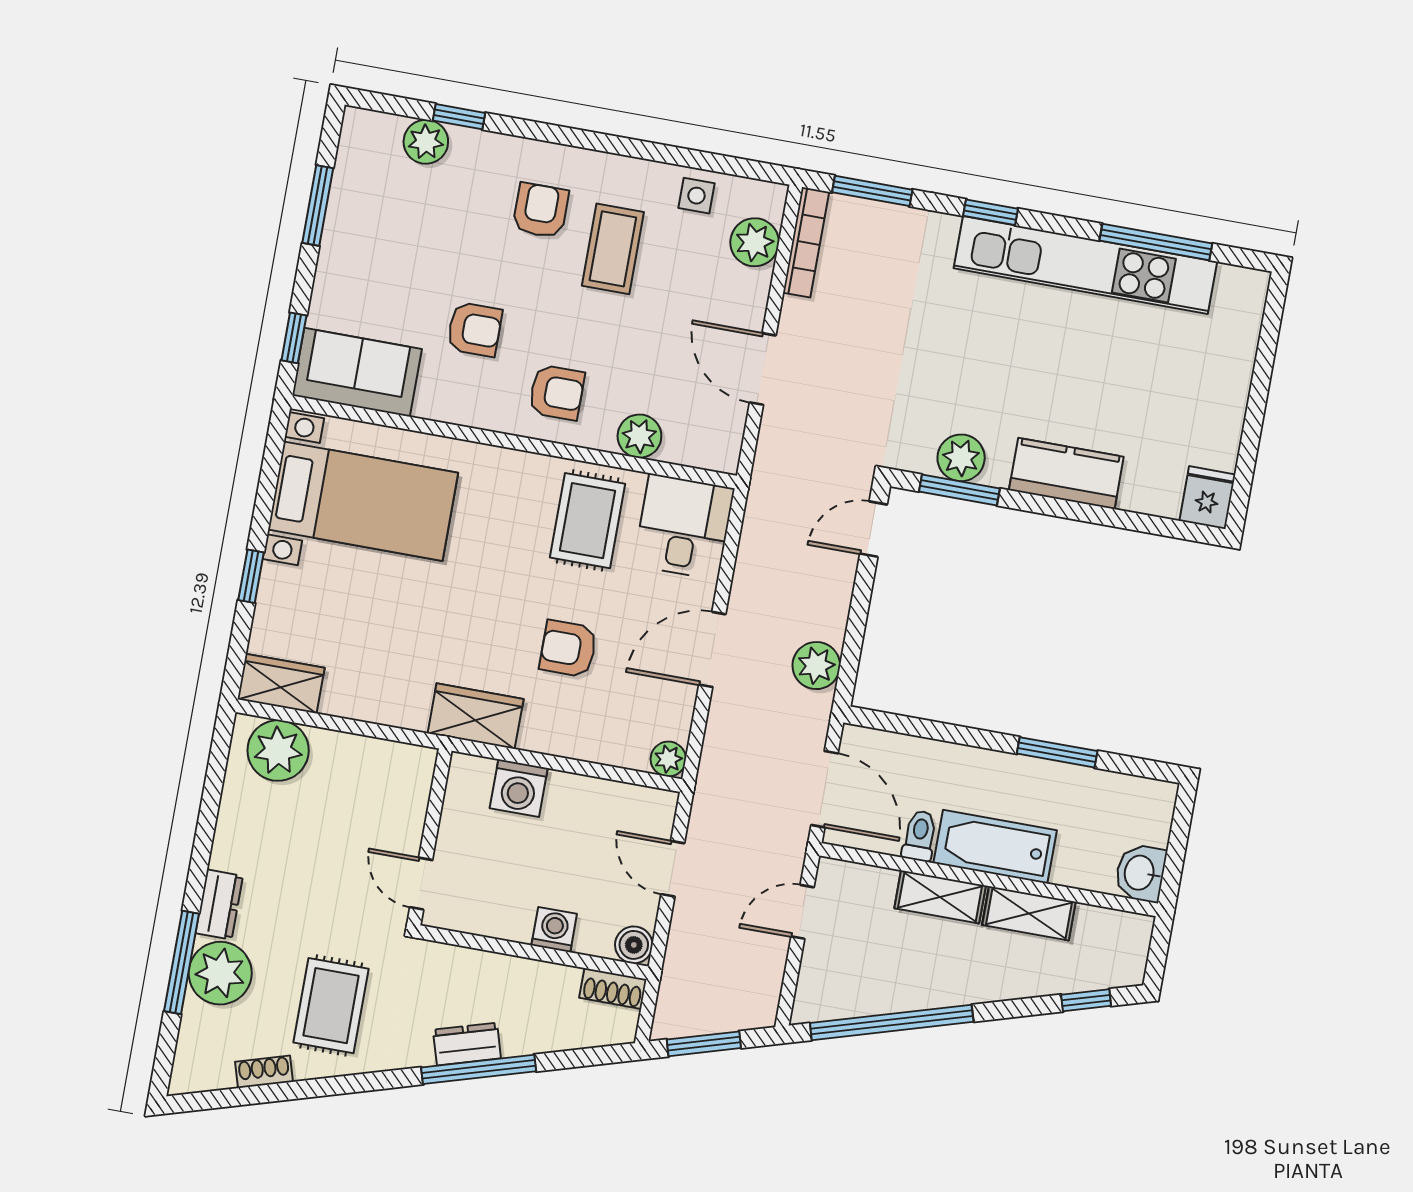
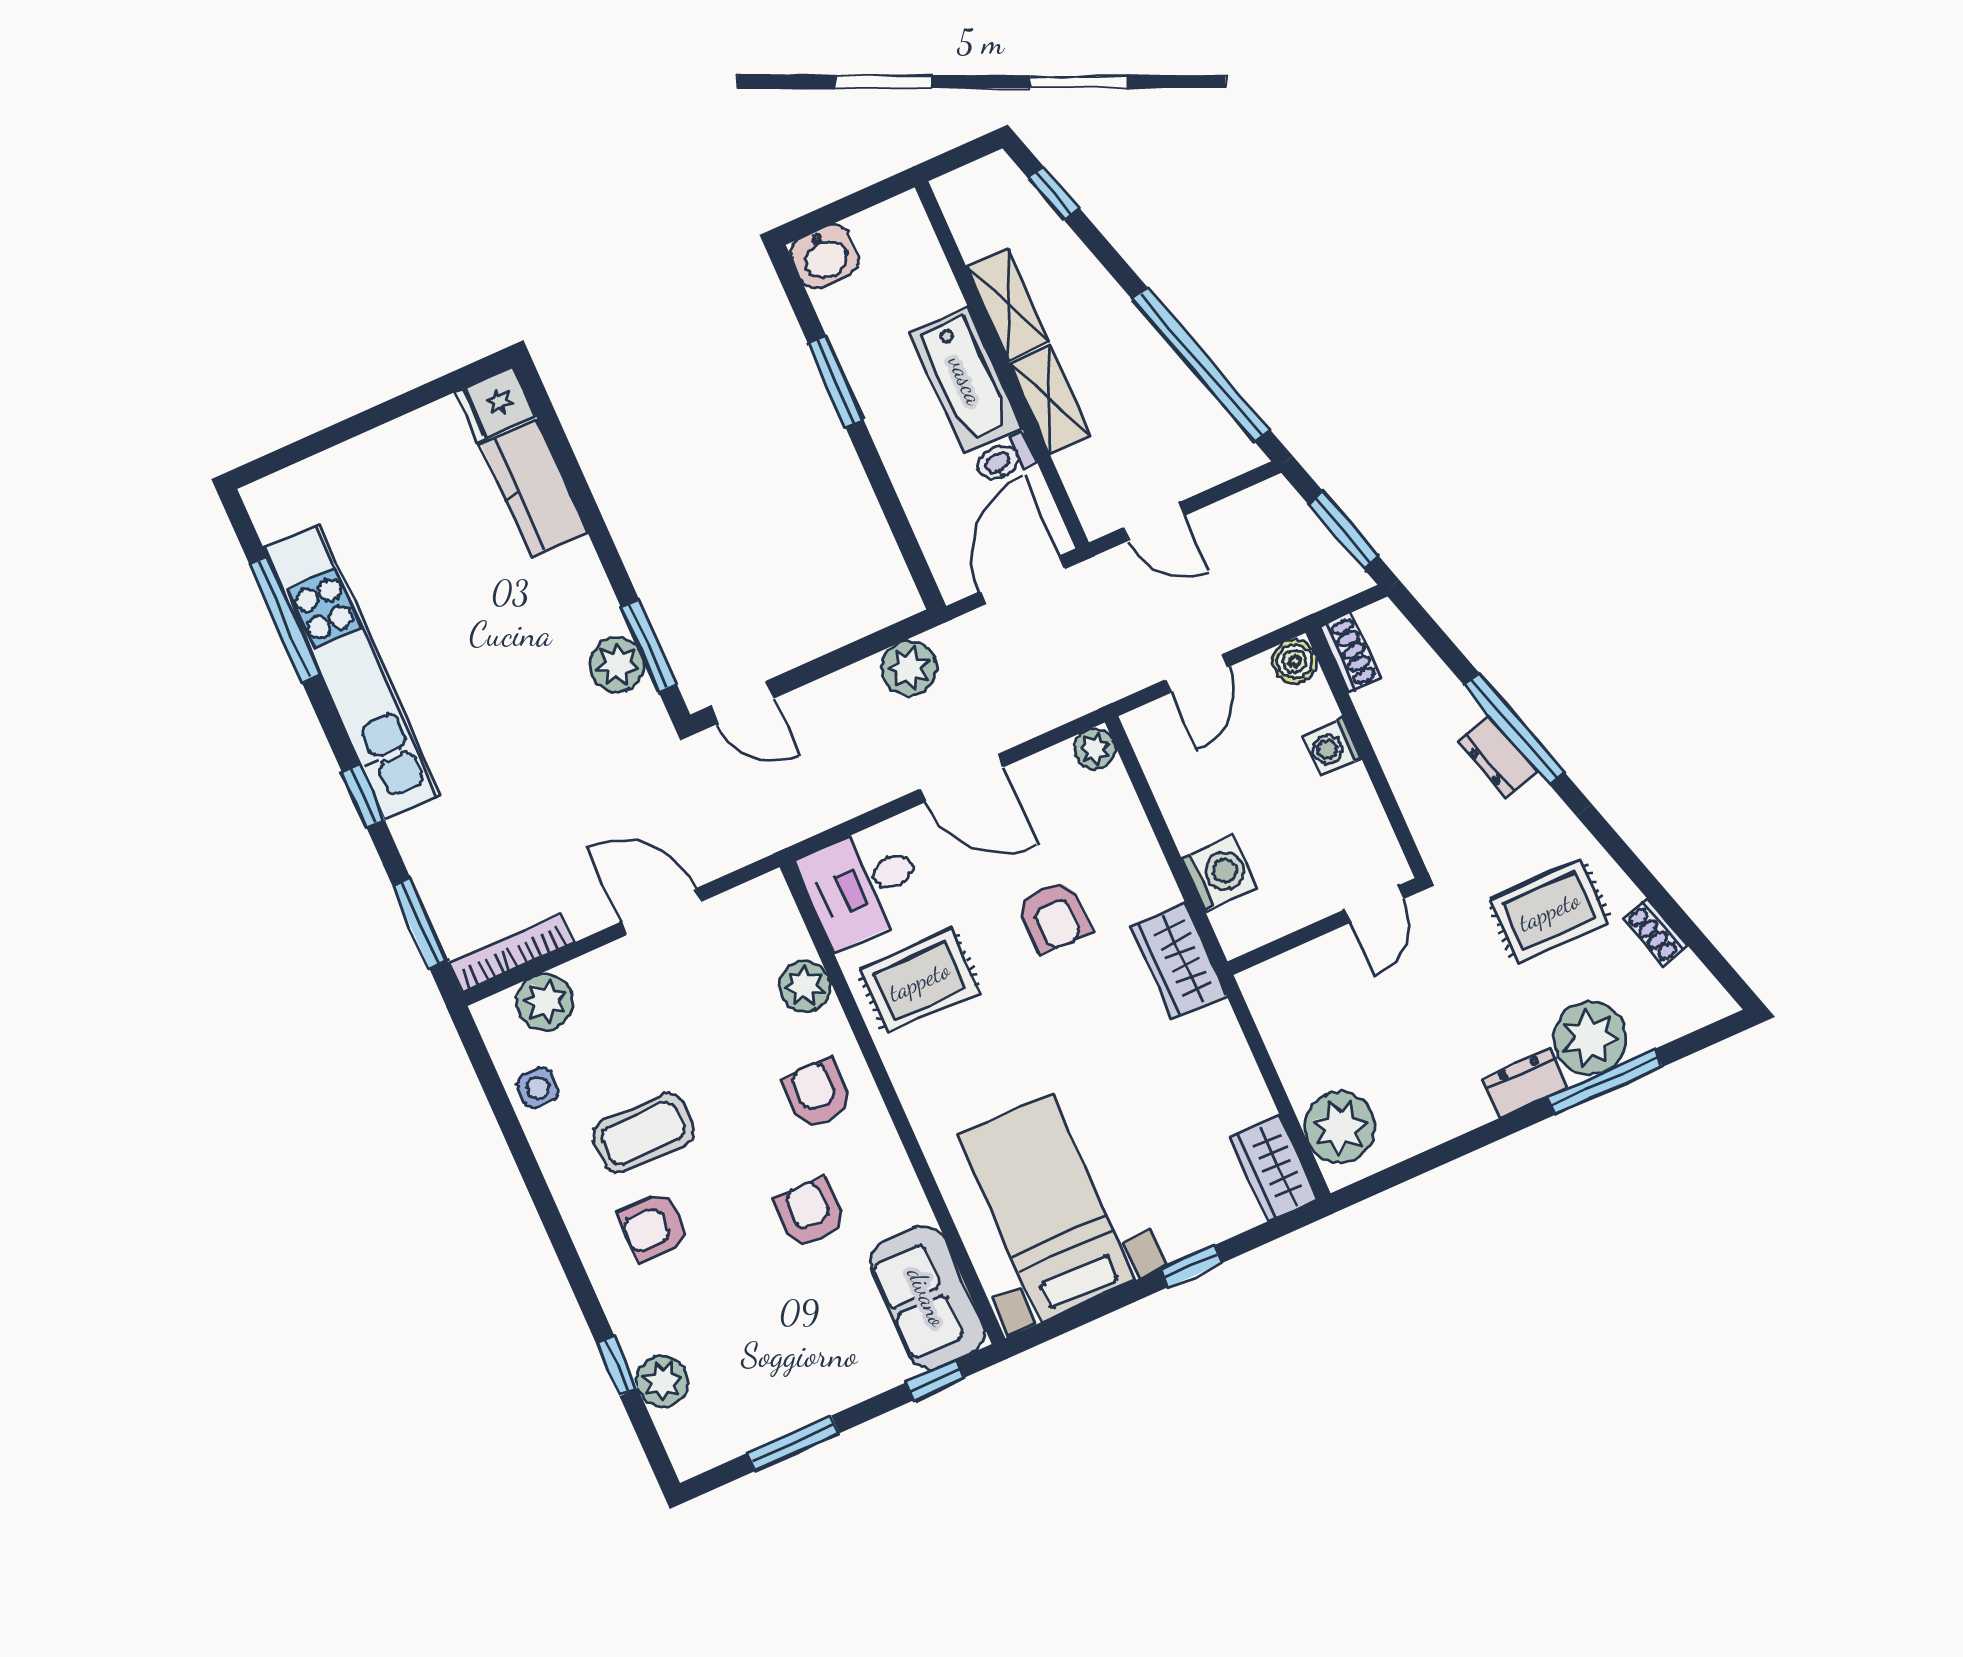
door: (763, 369) -> (661, 912), swing flipped
kitchen counter: (1066, 473) -> (534, 488), moved
washbasin: (1140, 873) -> (825, 256), moved

